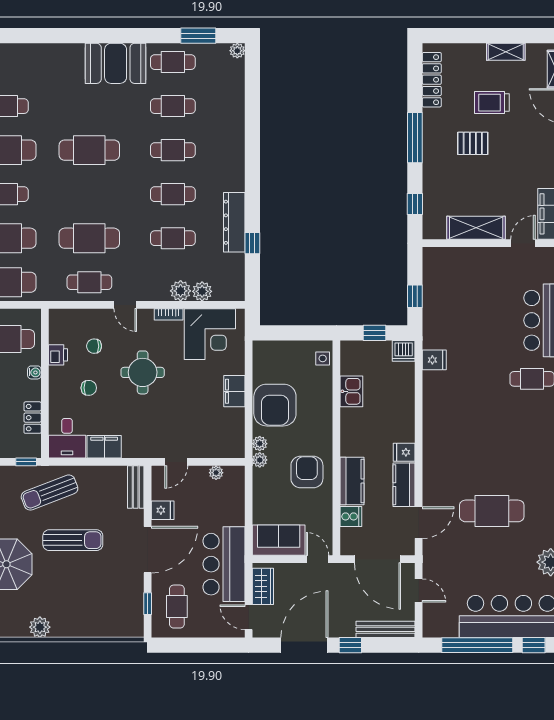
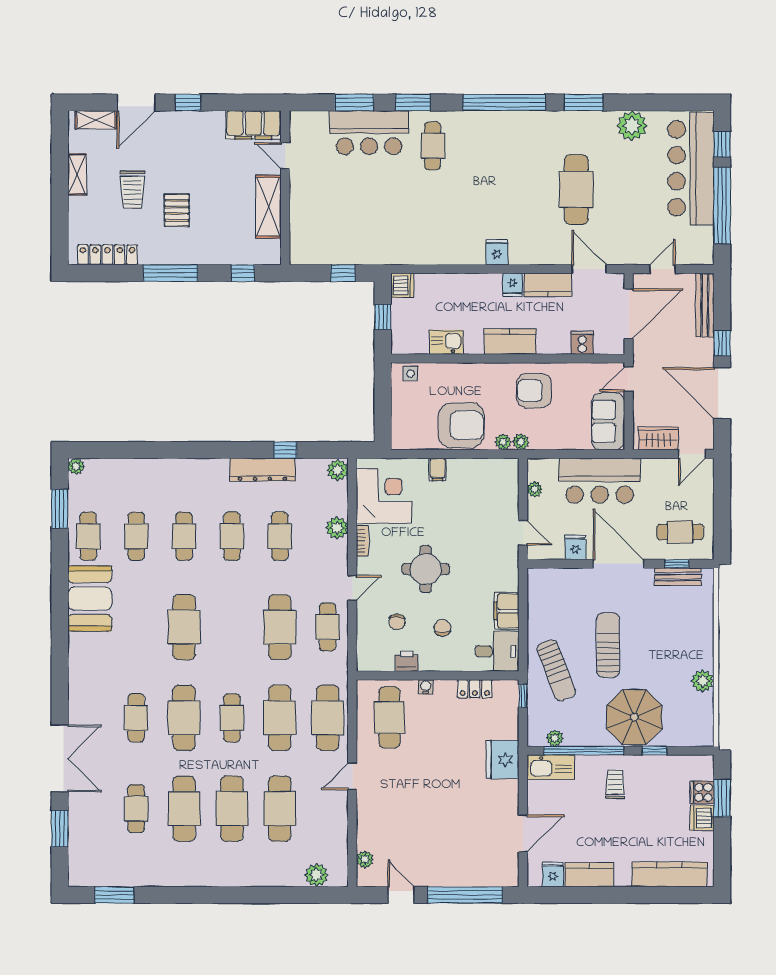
plant: (202, 291) -> (338, 470), moved
fridge: (434, 360) -> (497, 252), moved
filing cabinet: (234, 391) -> (438, 469), width x0.50
kitchen counter: (352, 481) -> (510, 341), moved
bench: (136, 487) -> (678, 577), moved
bar counter: (224, 564) -> (600, 481), moved

